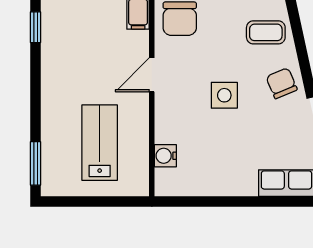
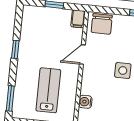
window: (36, 27) -> (15, 49), moved

